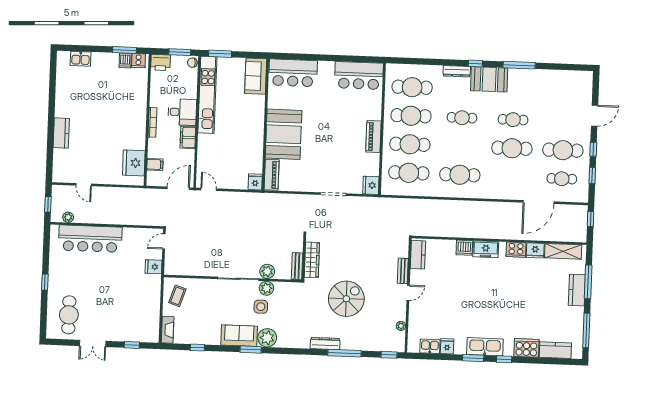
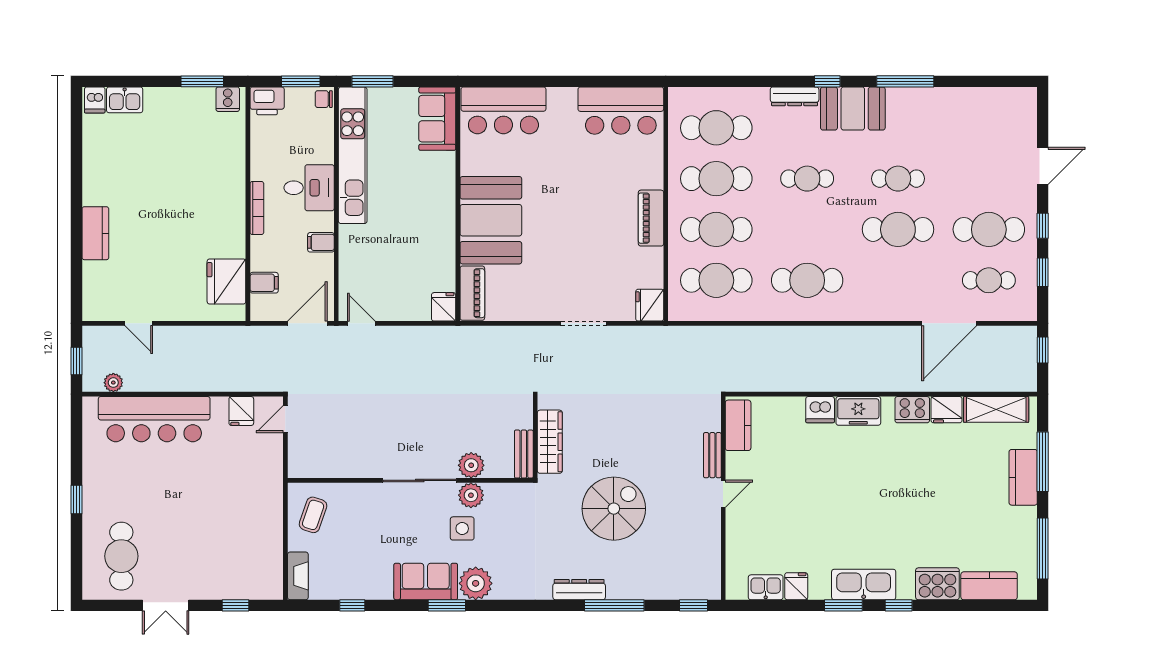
dishwasher: (125, 61) -> (95, 100), moved
filing cabinet: (188, 137) -> (321, 242), width x0.50
fridge: (154, 267) -> (241, 411), moved, turned -90
plant: (401, 326) -> (713, 553), removed

